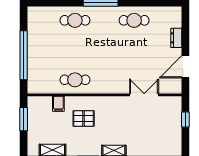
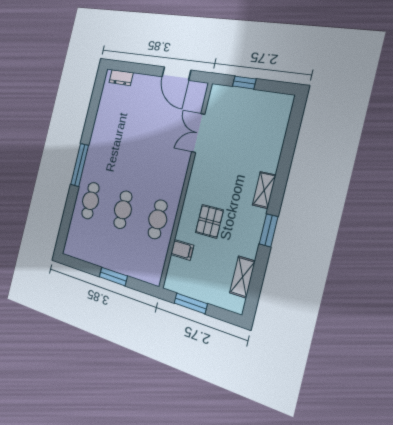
cafe table: (134, 20) -> (123, 210), moved
dresser: (176, 38) -> (121, 78), moved
window: (24, 55) -> (113, 276), width x0.47

